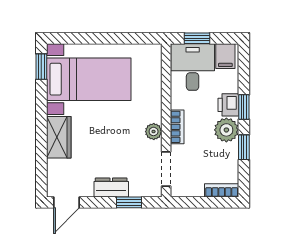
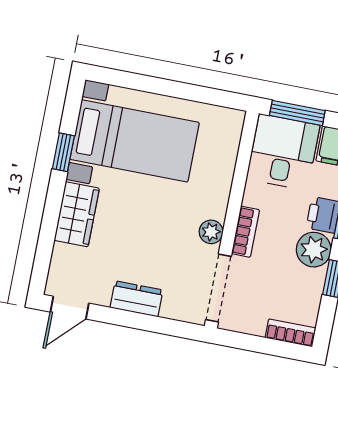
window: (197, 38) -> (297, 113), width x1.50
window: (41, 67) -> (63, 152), moved
doorway: (166, 169) -> (218, 288), width x1.38
window: (129, 202) -> (157, 325), removed

